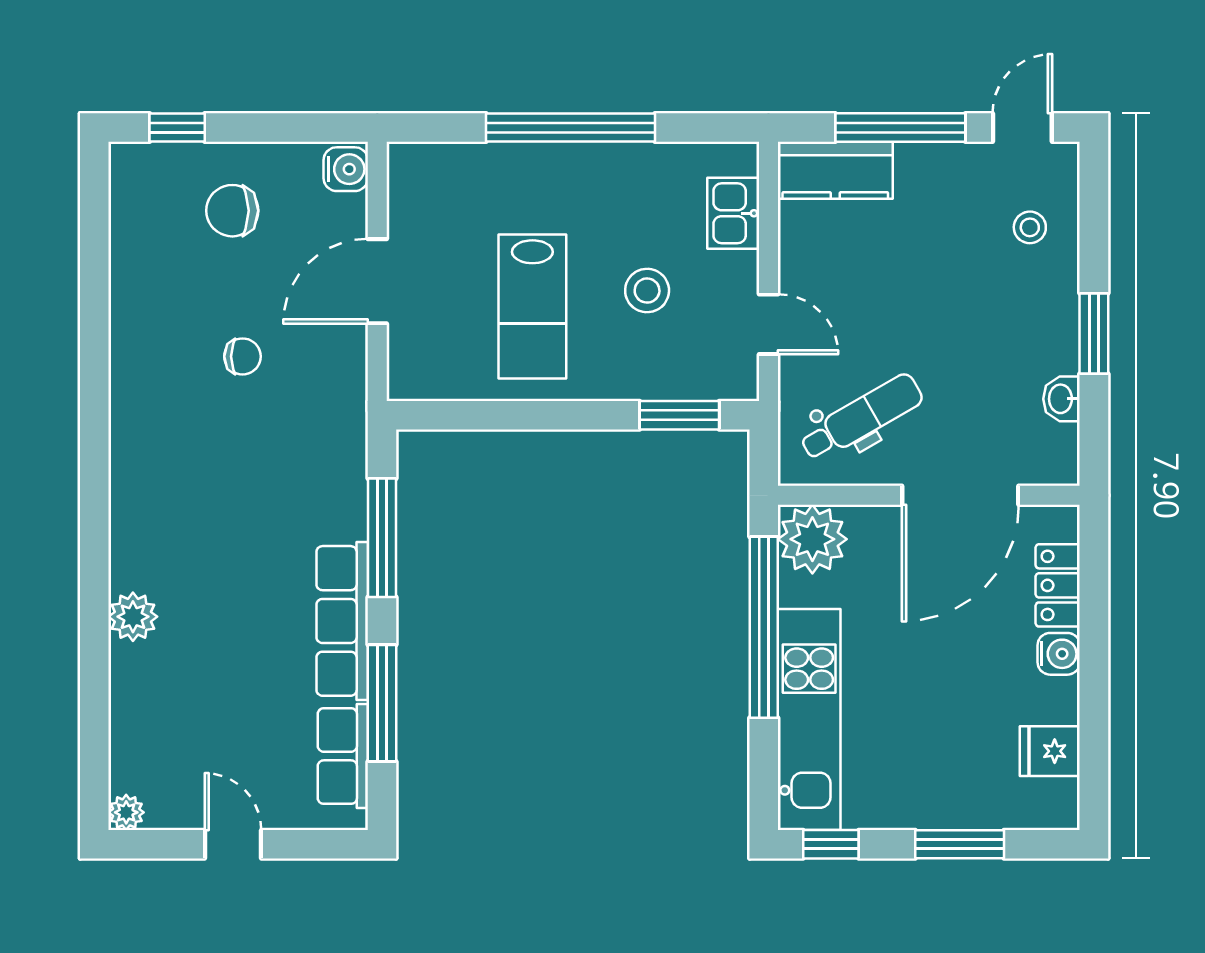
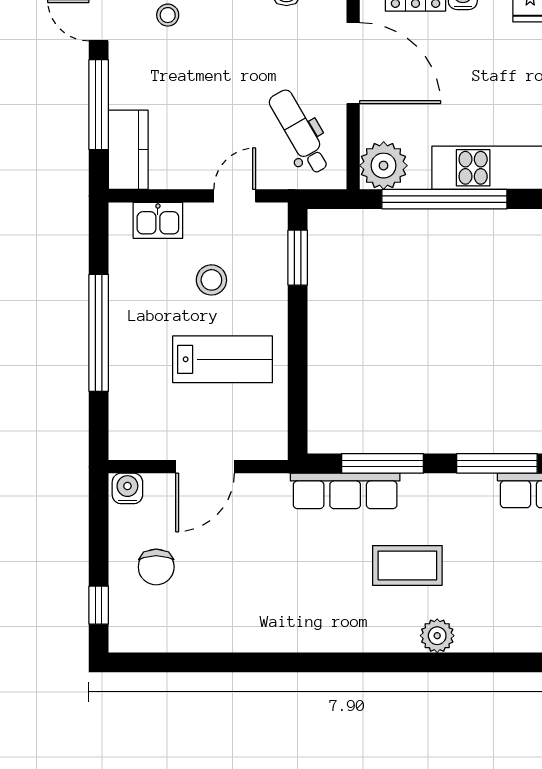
door: (377, 281) -> (205, 467), hinge flipped
chair: (242, 356) -> (257, 560), removed
coffee table: (234, 574) -> (407, 565), added
row of seats: (342, 621) -> (345, 491), moved

